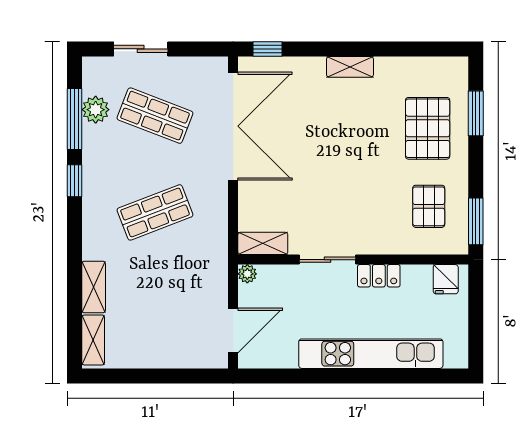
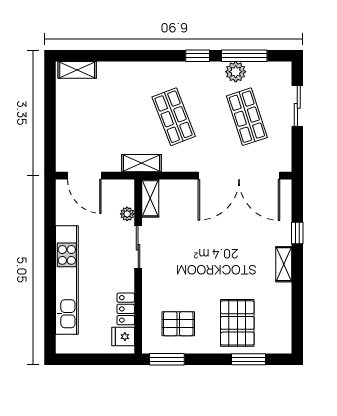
window: (268, 49) -> (297, 233), moved
plant: (96, 110) -> (236, 72), moved
shop shelf: (155, 116) -> (247, 117), turned -39
pallet: (428, 128) -> (237, 323), turned 90
plant: (247, 274) -> (127, 214), moved
locker: (379, 276) -> (126, 309), moved
shelving: (94, 287) -> (142, 163), moved

